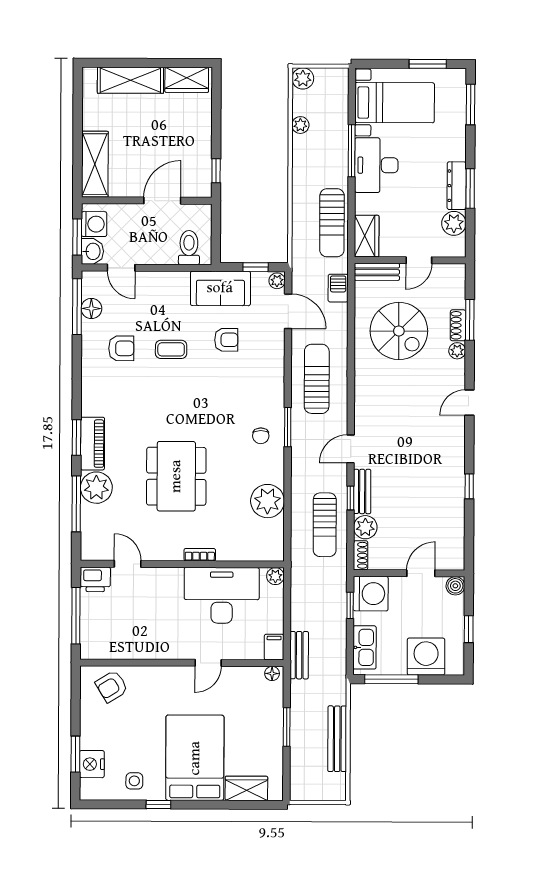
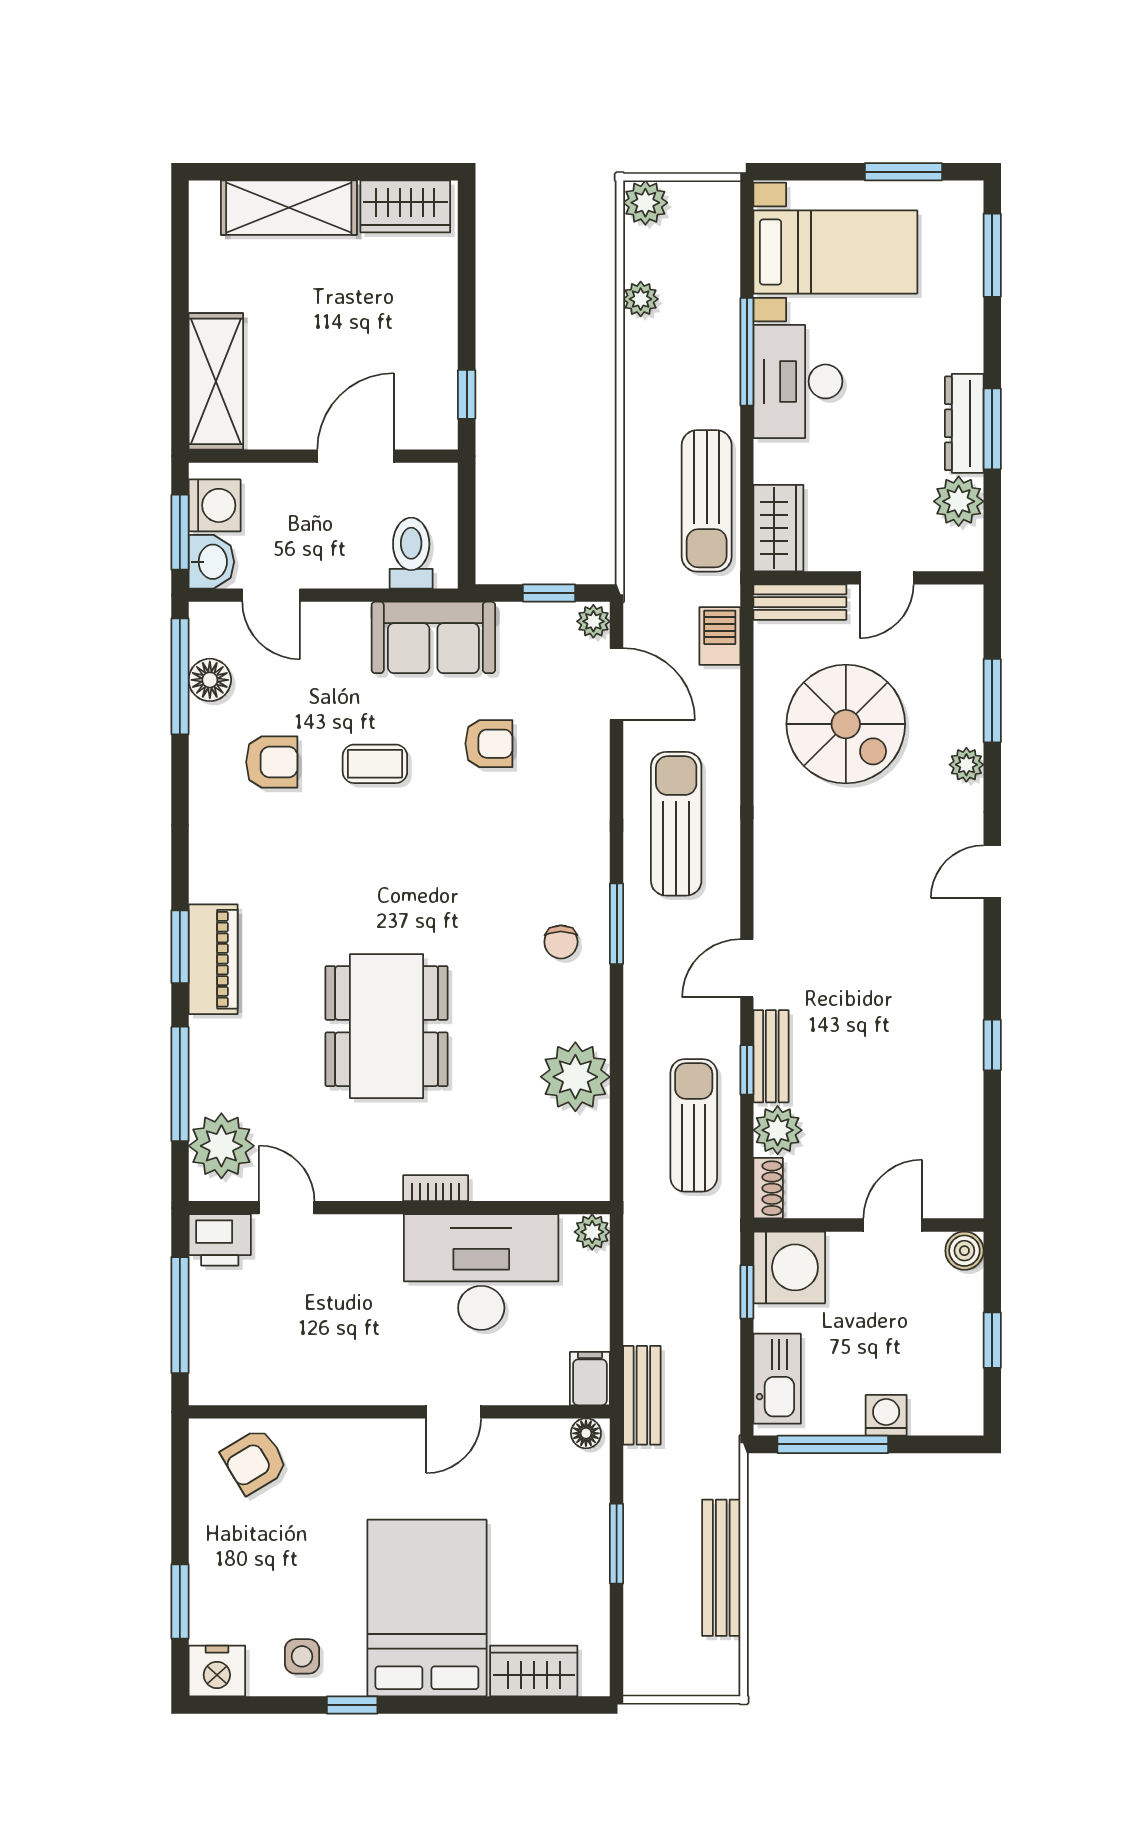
sofa: (220, 288) -> (433, 637), moved
shoe rack: (458, 325) -> (968, 712), removed
plant: (96, 488) -> (221, 1146), moved
sun lounger: (325, 525) -> (694, 1125), turned 180
washing machine: (426, 657) -> (886, 1415), width x0.53, depth x0.53
nightstand: (92, 764) -> (217, 1671), moved, turned -90

